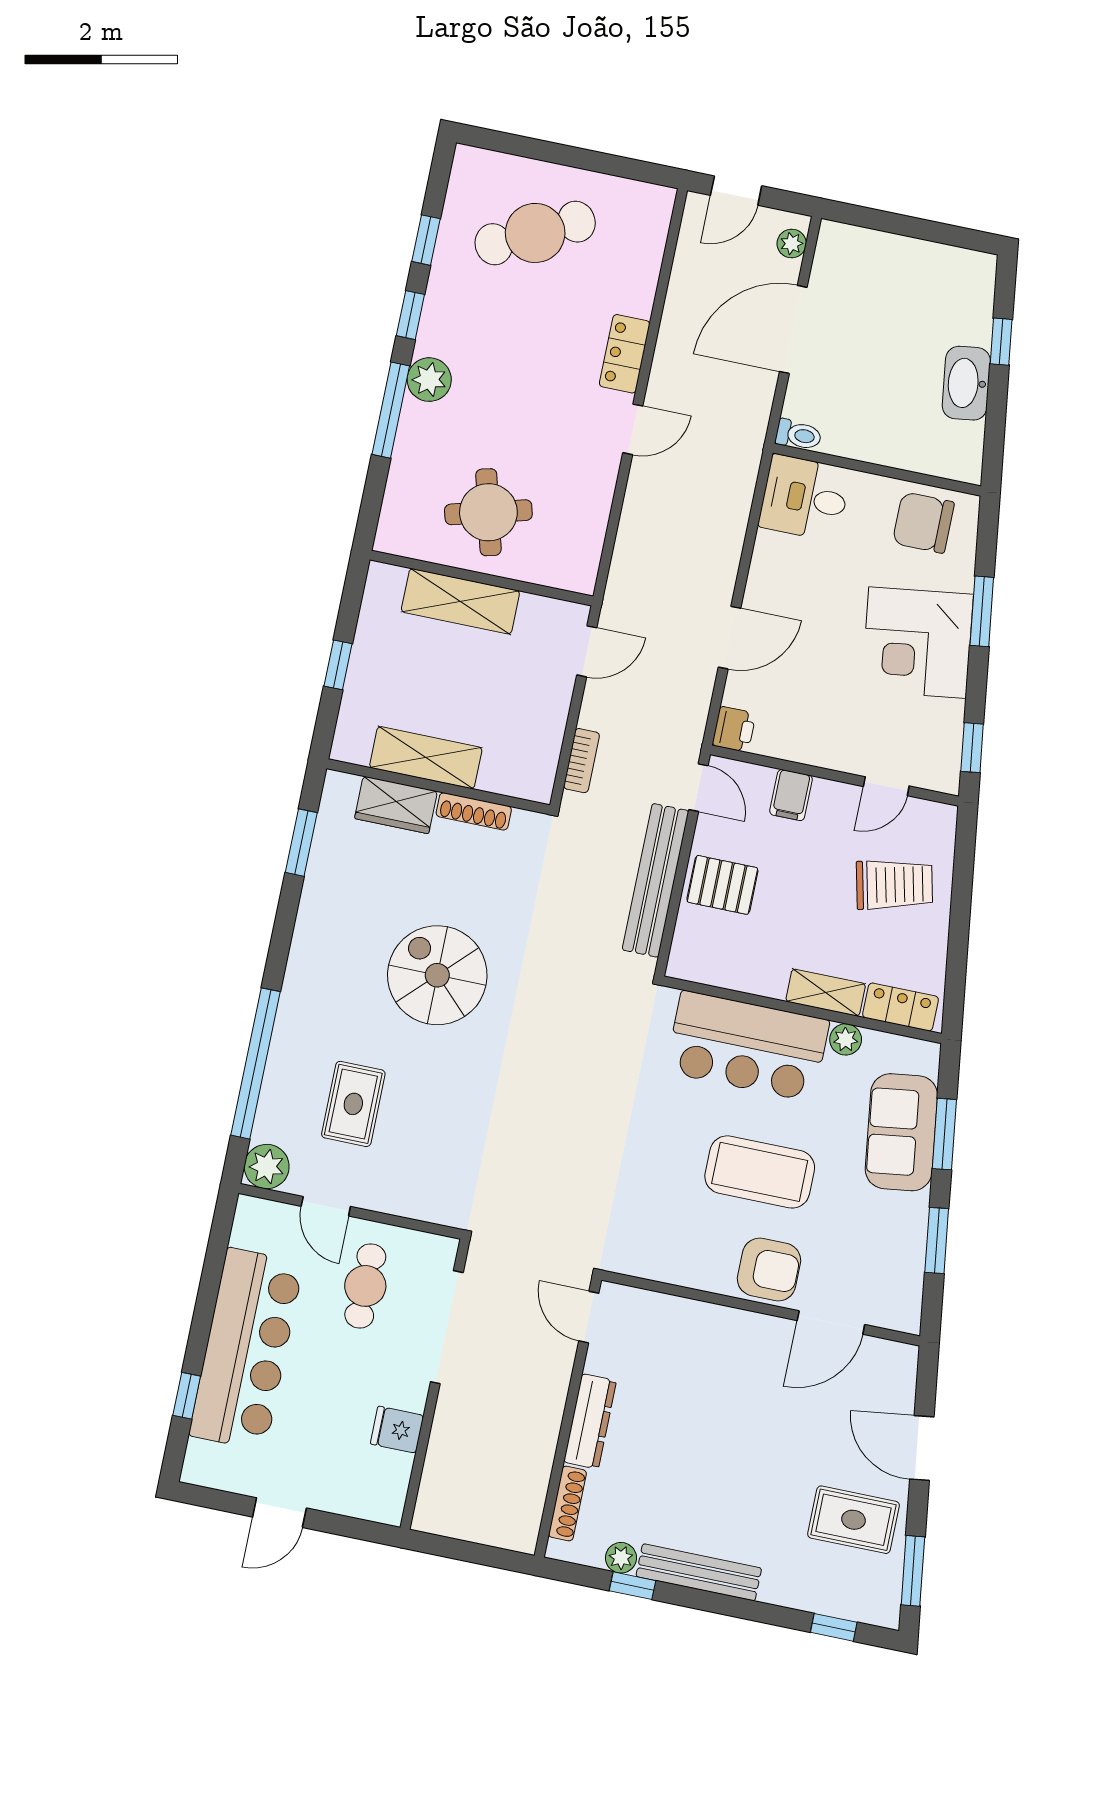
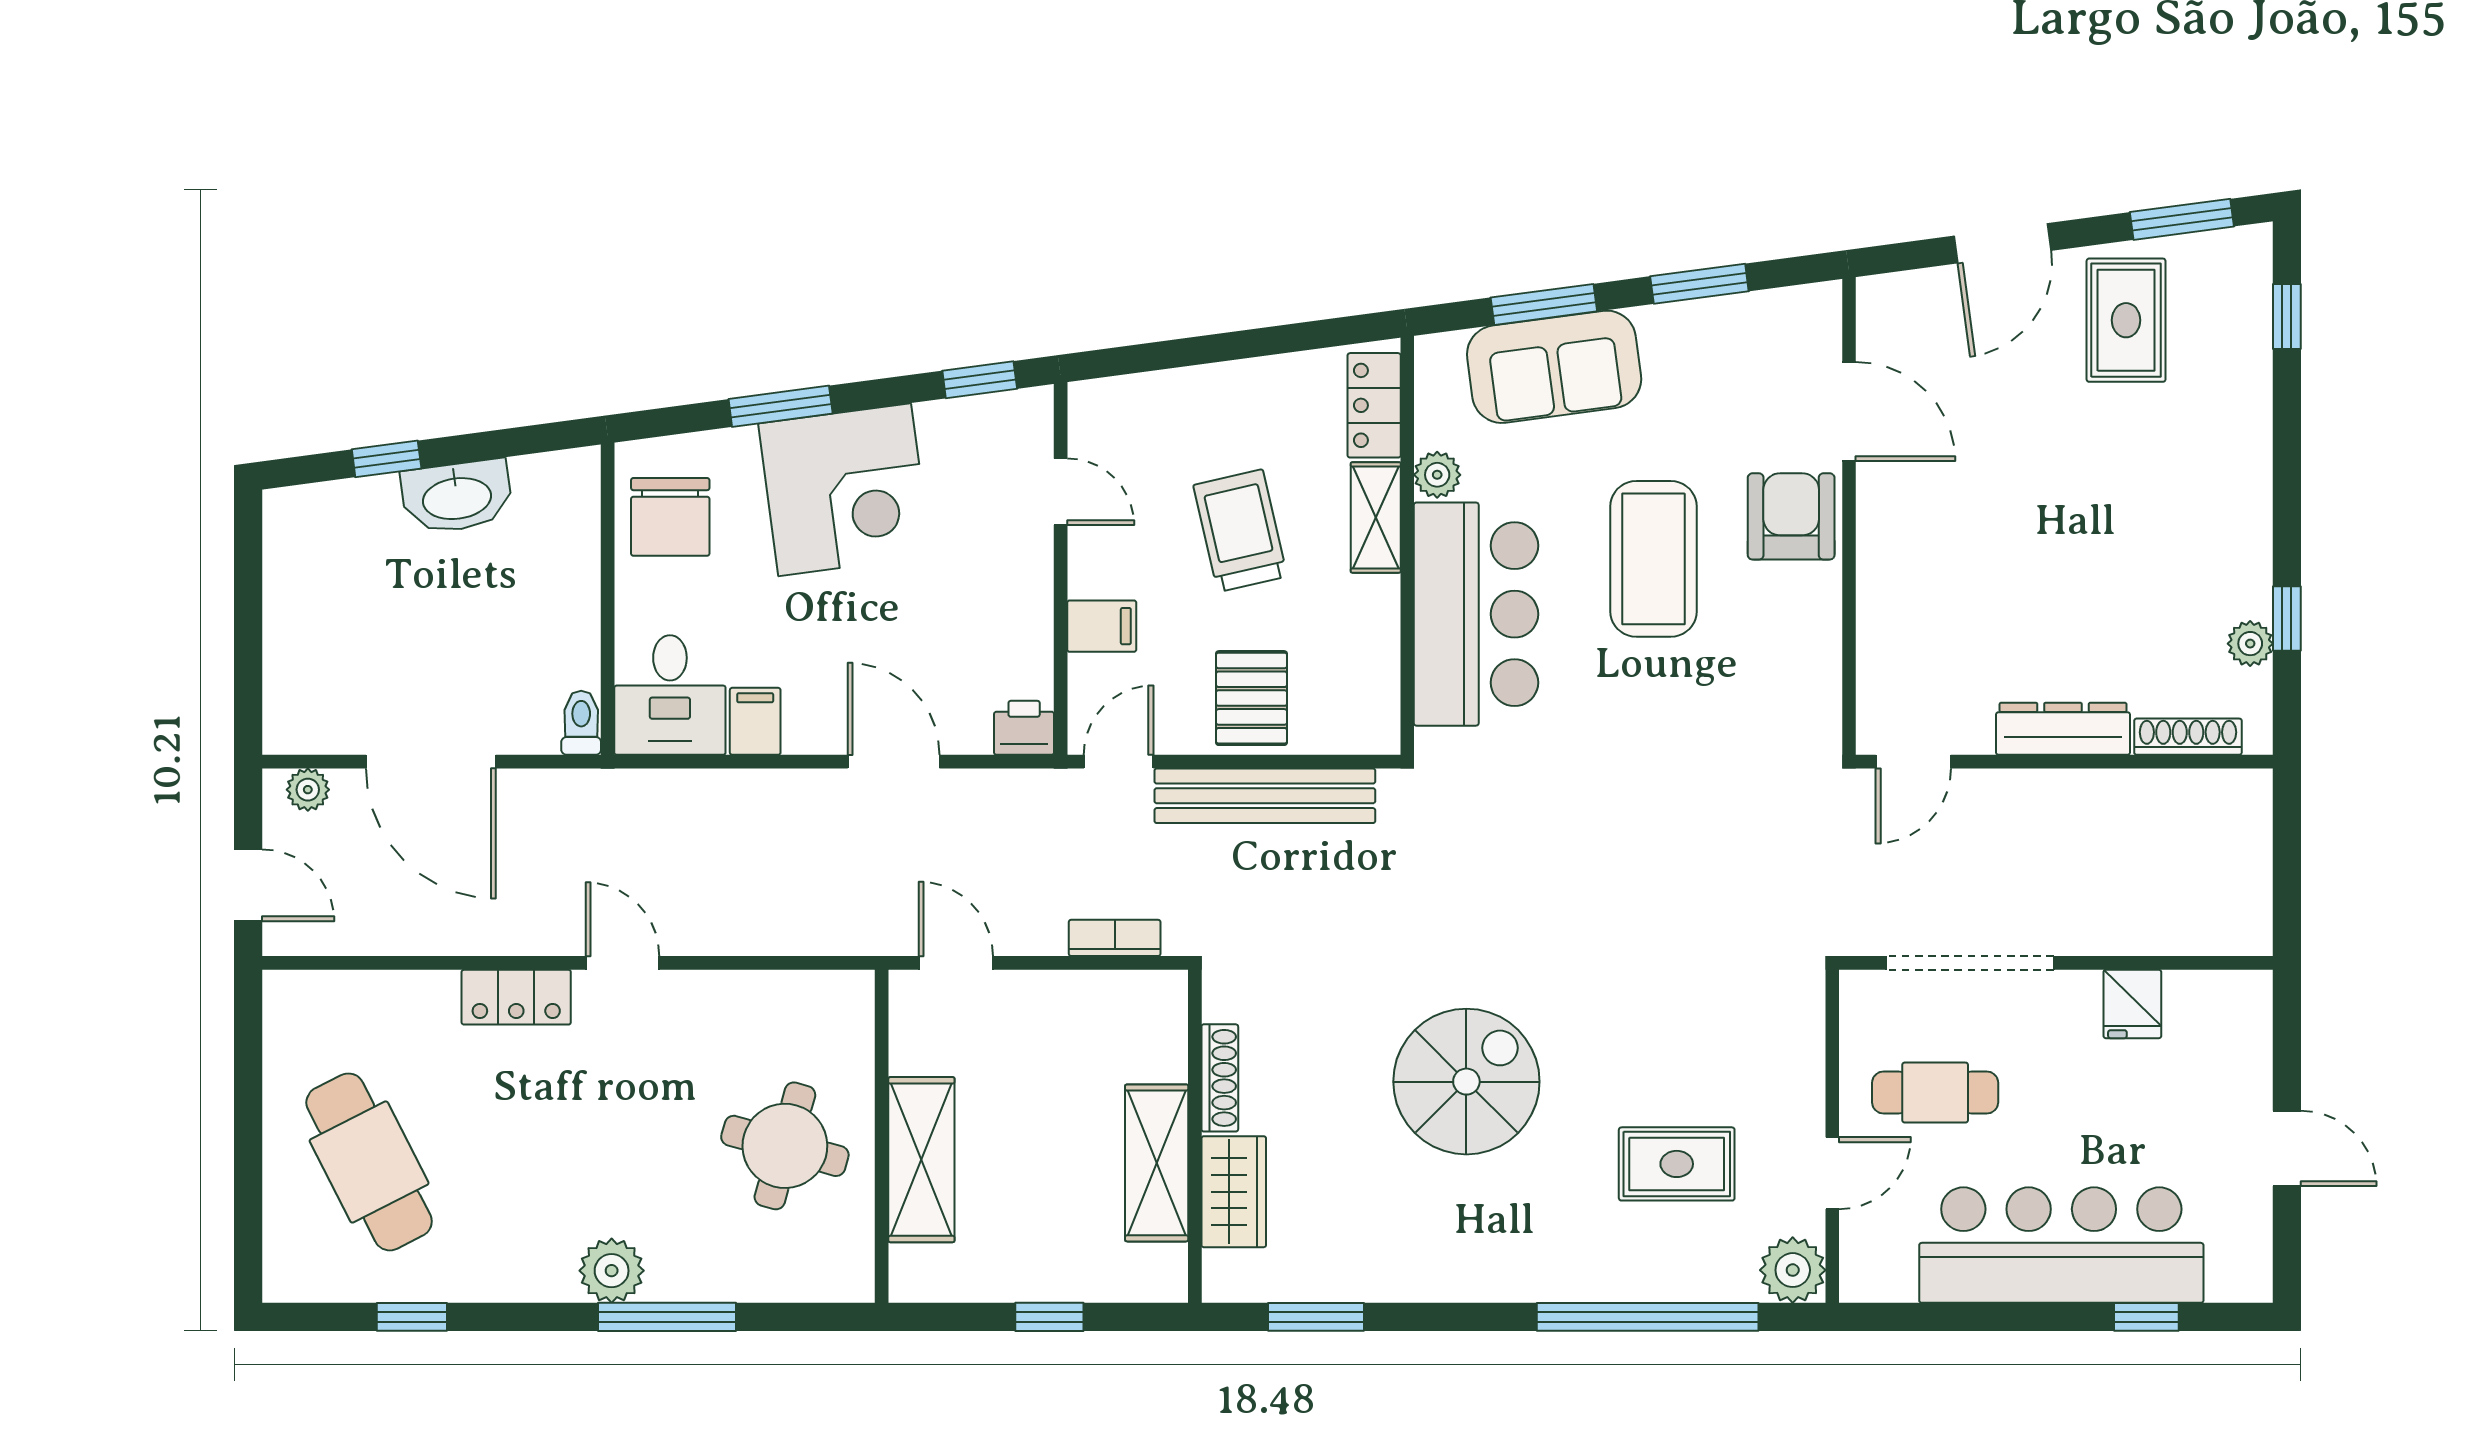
window: (410, 315) -> (524, 1317), removed
round table: (488, 512) -> (785, 1146), turned 31
filing cabinet: (775, 551) -> (755, 721), added
trolley: (894, 885) -> (1240, 531), moved
spiral stairs: (437, 975) -> (1466, 1082), turned 180
bench: (699, 1572) -> (2248, 527), removed

